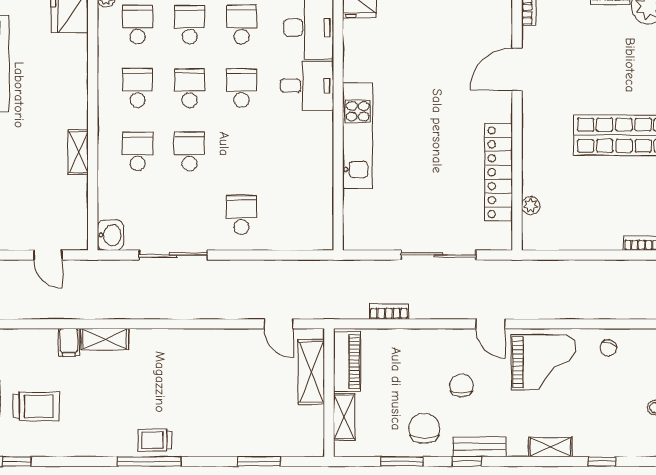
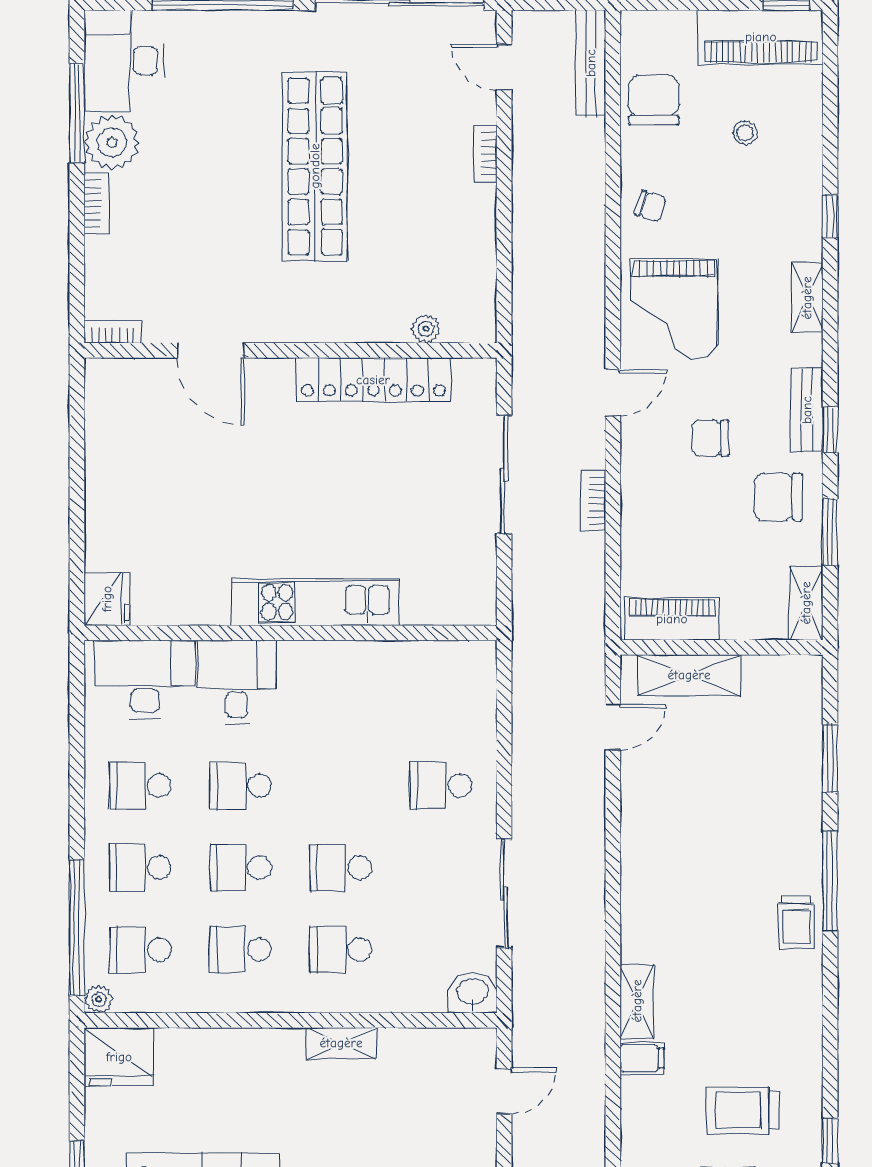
bookcase: (389, 311) -> (593, 501), moved
grand piano: (543, 362) -> (674, 309), turned 180
trolley: (36, 406) -> (743, 1110), turned -90
shelving: (344, 417) -> (806, 603), moved, turned 90
window: (149, 461) -> (830, 881), moved

